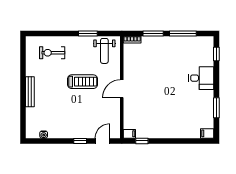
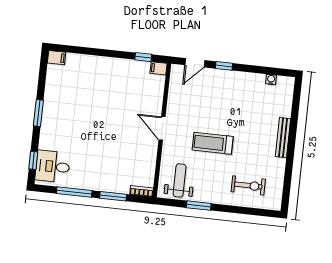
desk: (201, 78) -> (53, 166), moved
door: (122, 89) -> (162, 128), swing flipped
window: (216, 108) -> (38, 113), moved

